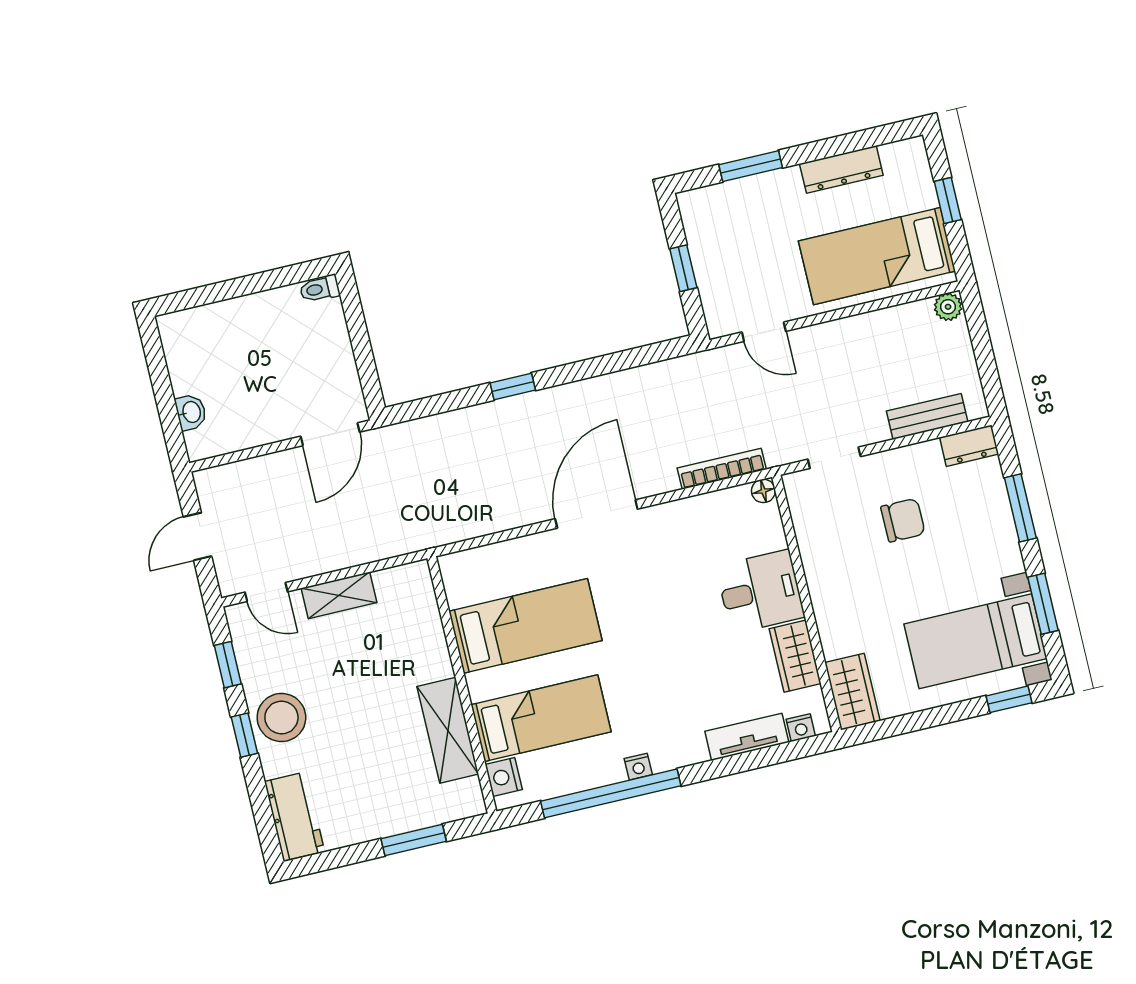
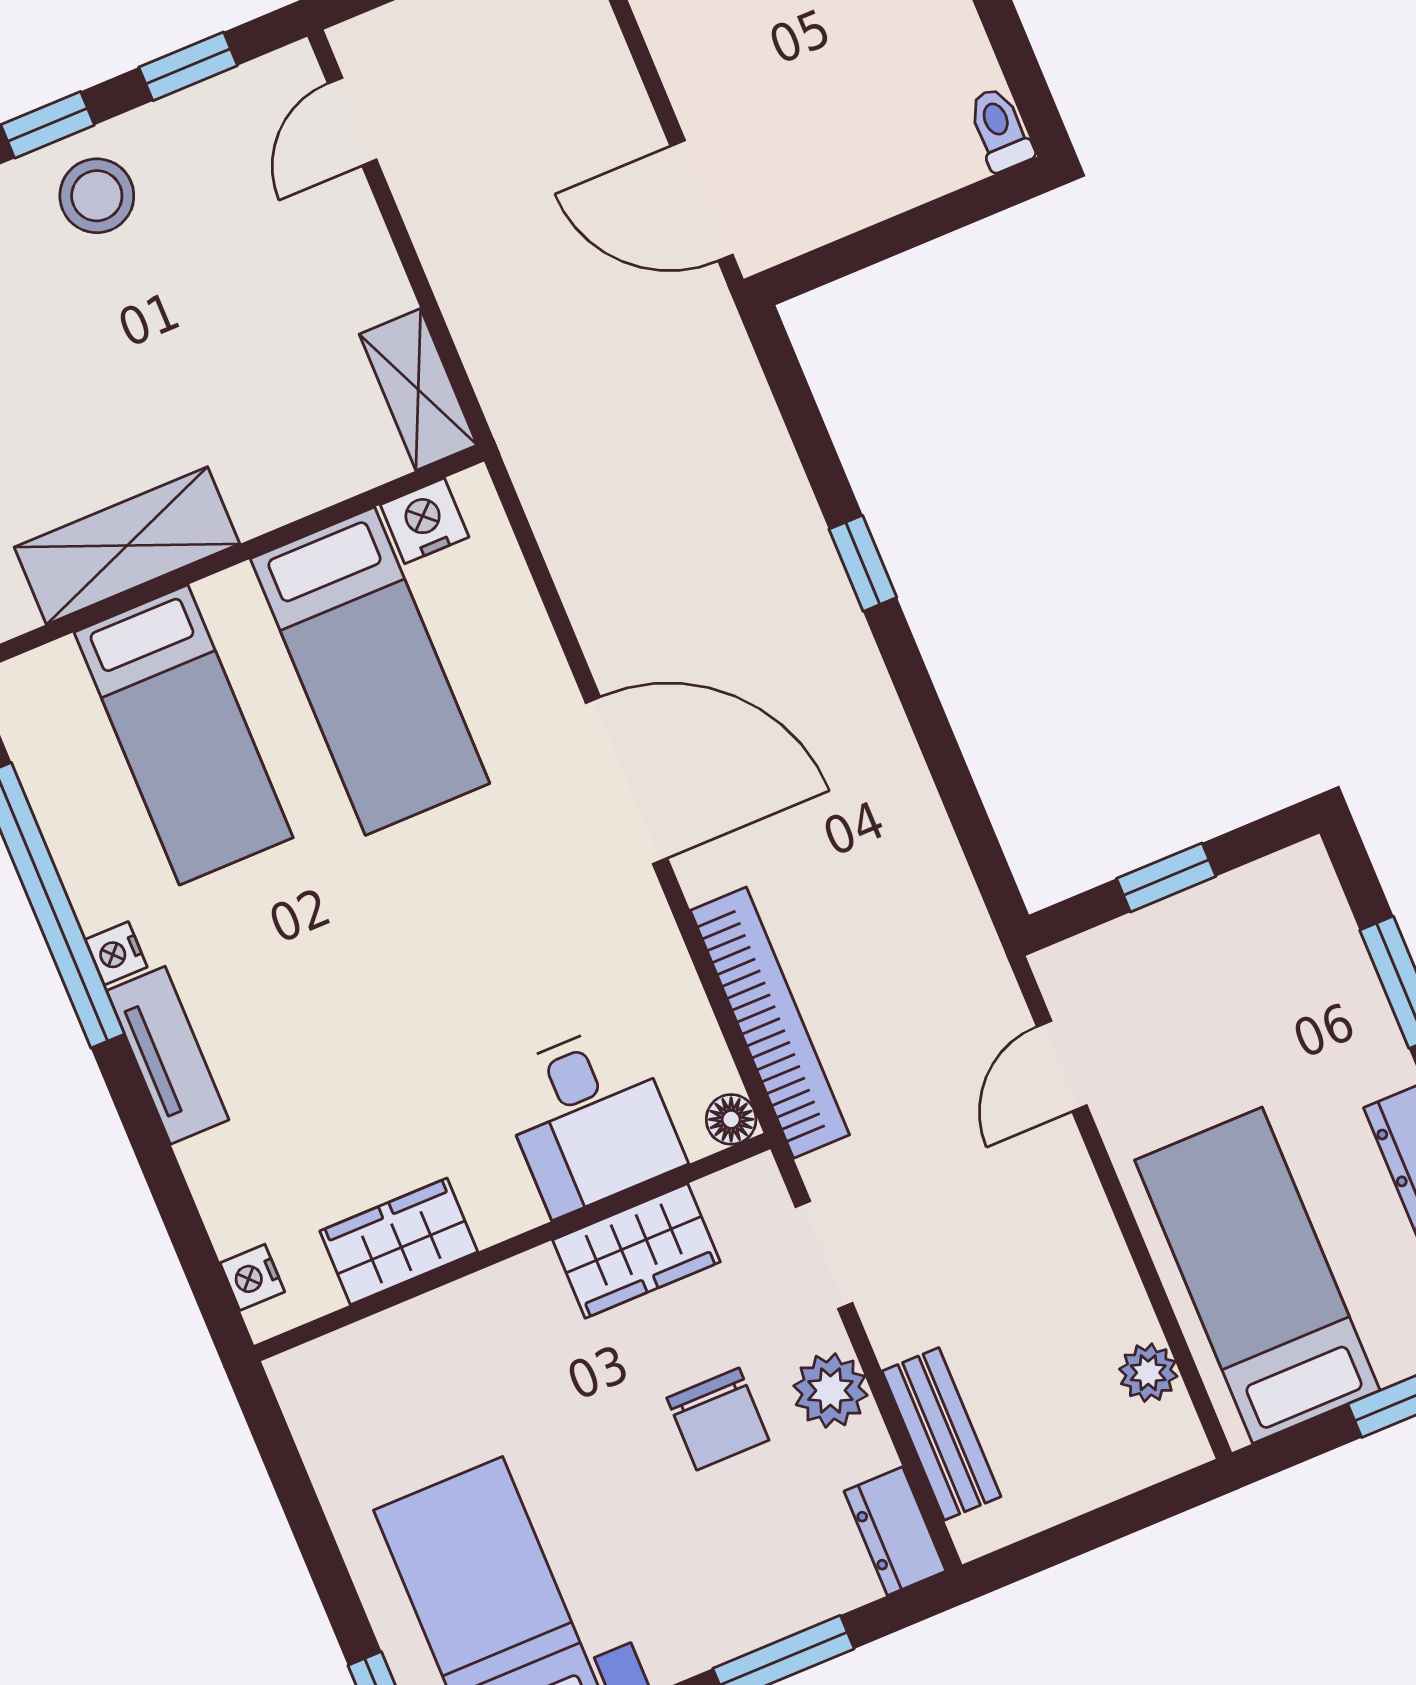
plant: (948, 307) -> (1148, 1373), moved
plant: (898, 465) -> (830, 1390), added
bookcase: (722, 469) -> (770, 1023), width x1.48, depth x1.31
desk: (760, 592) -> (590, 1119), moved
shelving: (339, 595) -> (418, 390), moved
wardrobe: (852, 692) -> (636, 1251), moved
stool: (281, 718) -> (97, 196), width x0.73, depth x0.73
tv unit: (747, 737) -> (168, 1055), moved
nightstand: (504, 777) -> (425, 521), moved

